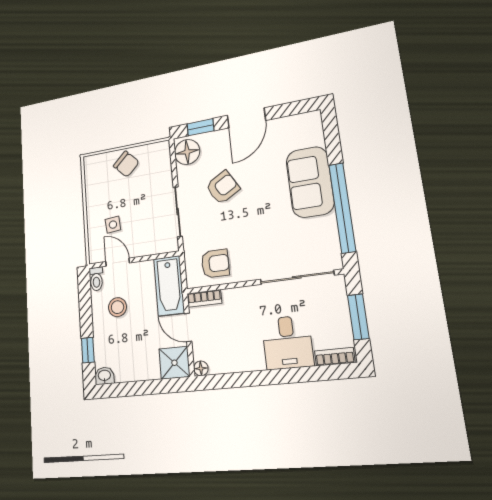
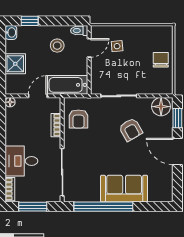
chair: (126, 164) -> (161, 60), turned 134
bookcase: (204, 298) -> (56, 125), moved
shower: (174, 363) -> (15, 64), moved

